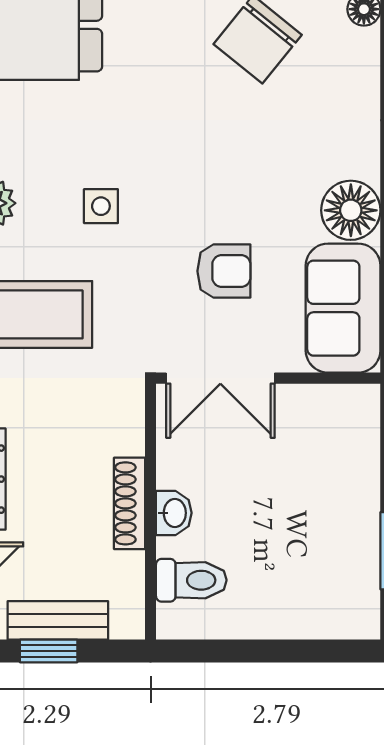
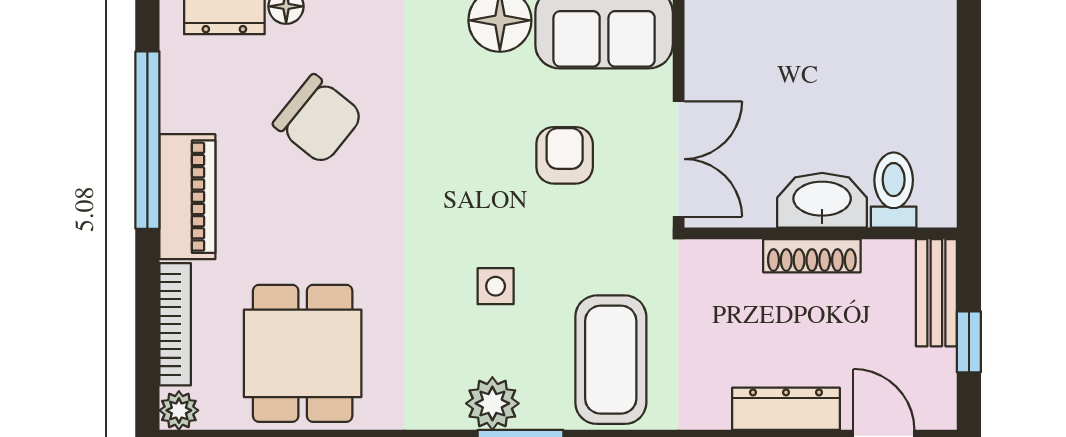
washbasin: (174, 513) -> (822, 200), width x1.91, depth x1.45
bench: (58, 620) -> (936, 293), moved

